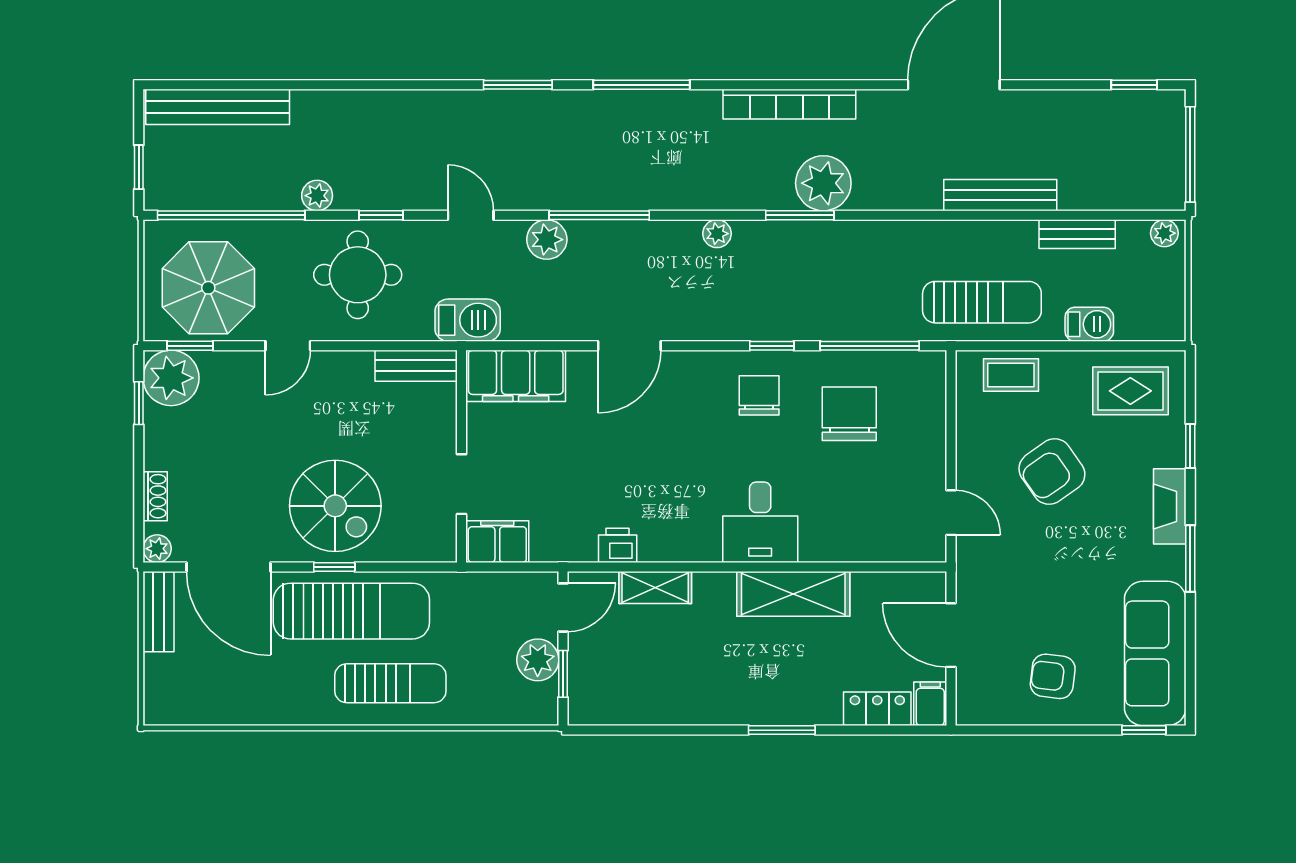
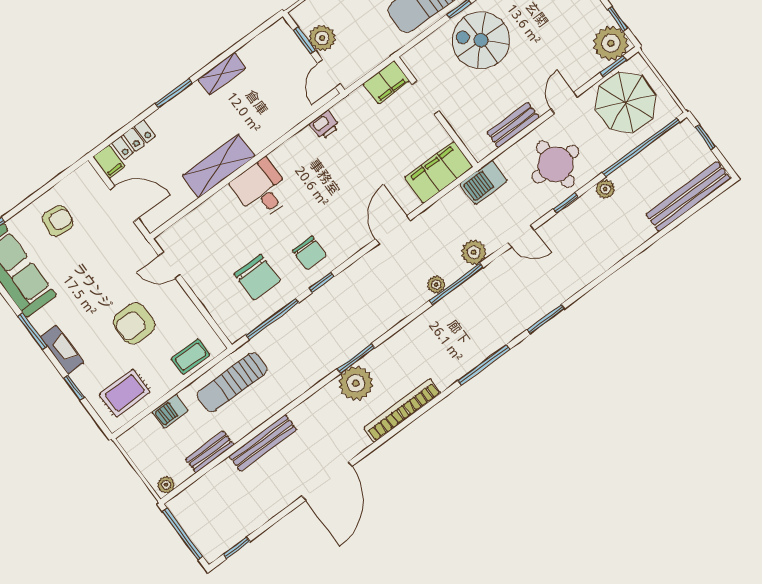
plant: (717, 234) -> (436, 285), moved
bench: (416, 366) -> (513, 125), moved
armchair: (1052, 472) -> (134, 323), turned -145
shelving: (655, 587) -> (222, 74), moved

